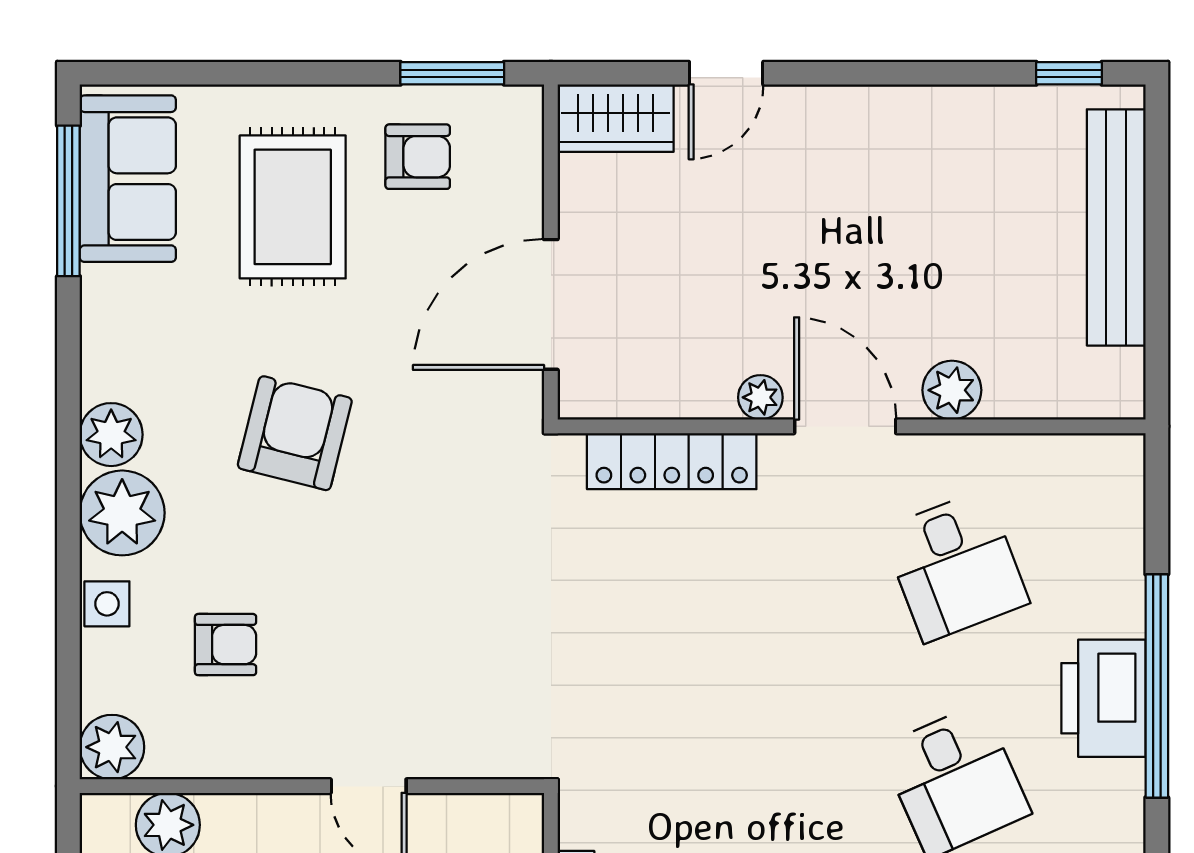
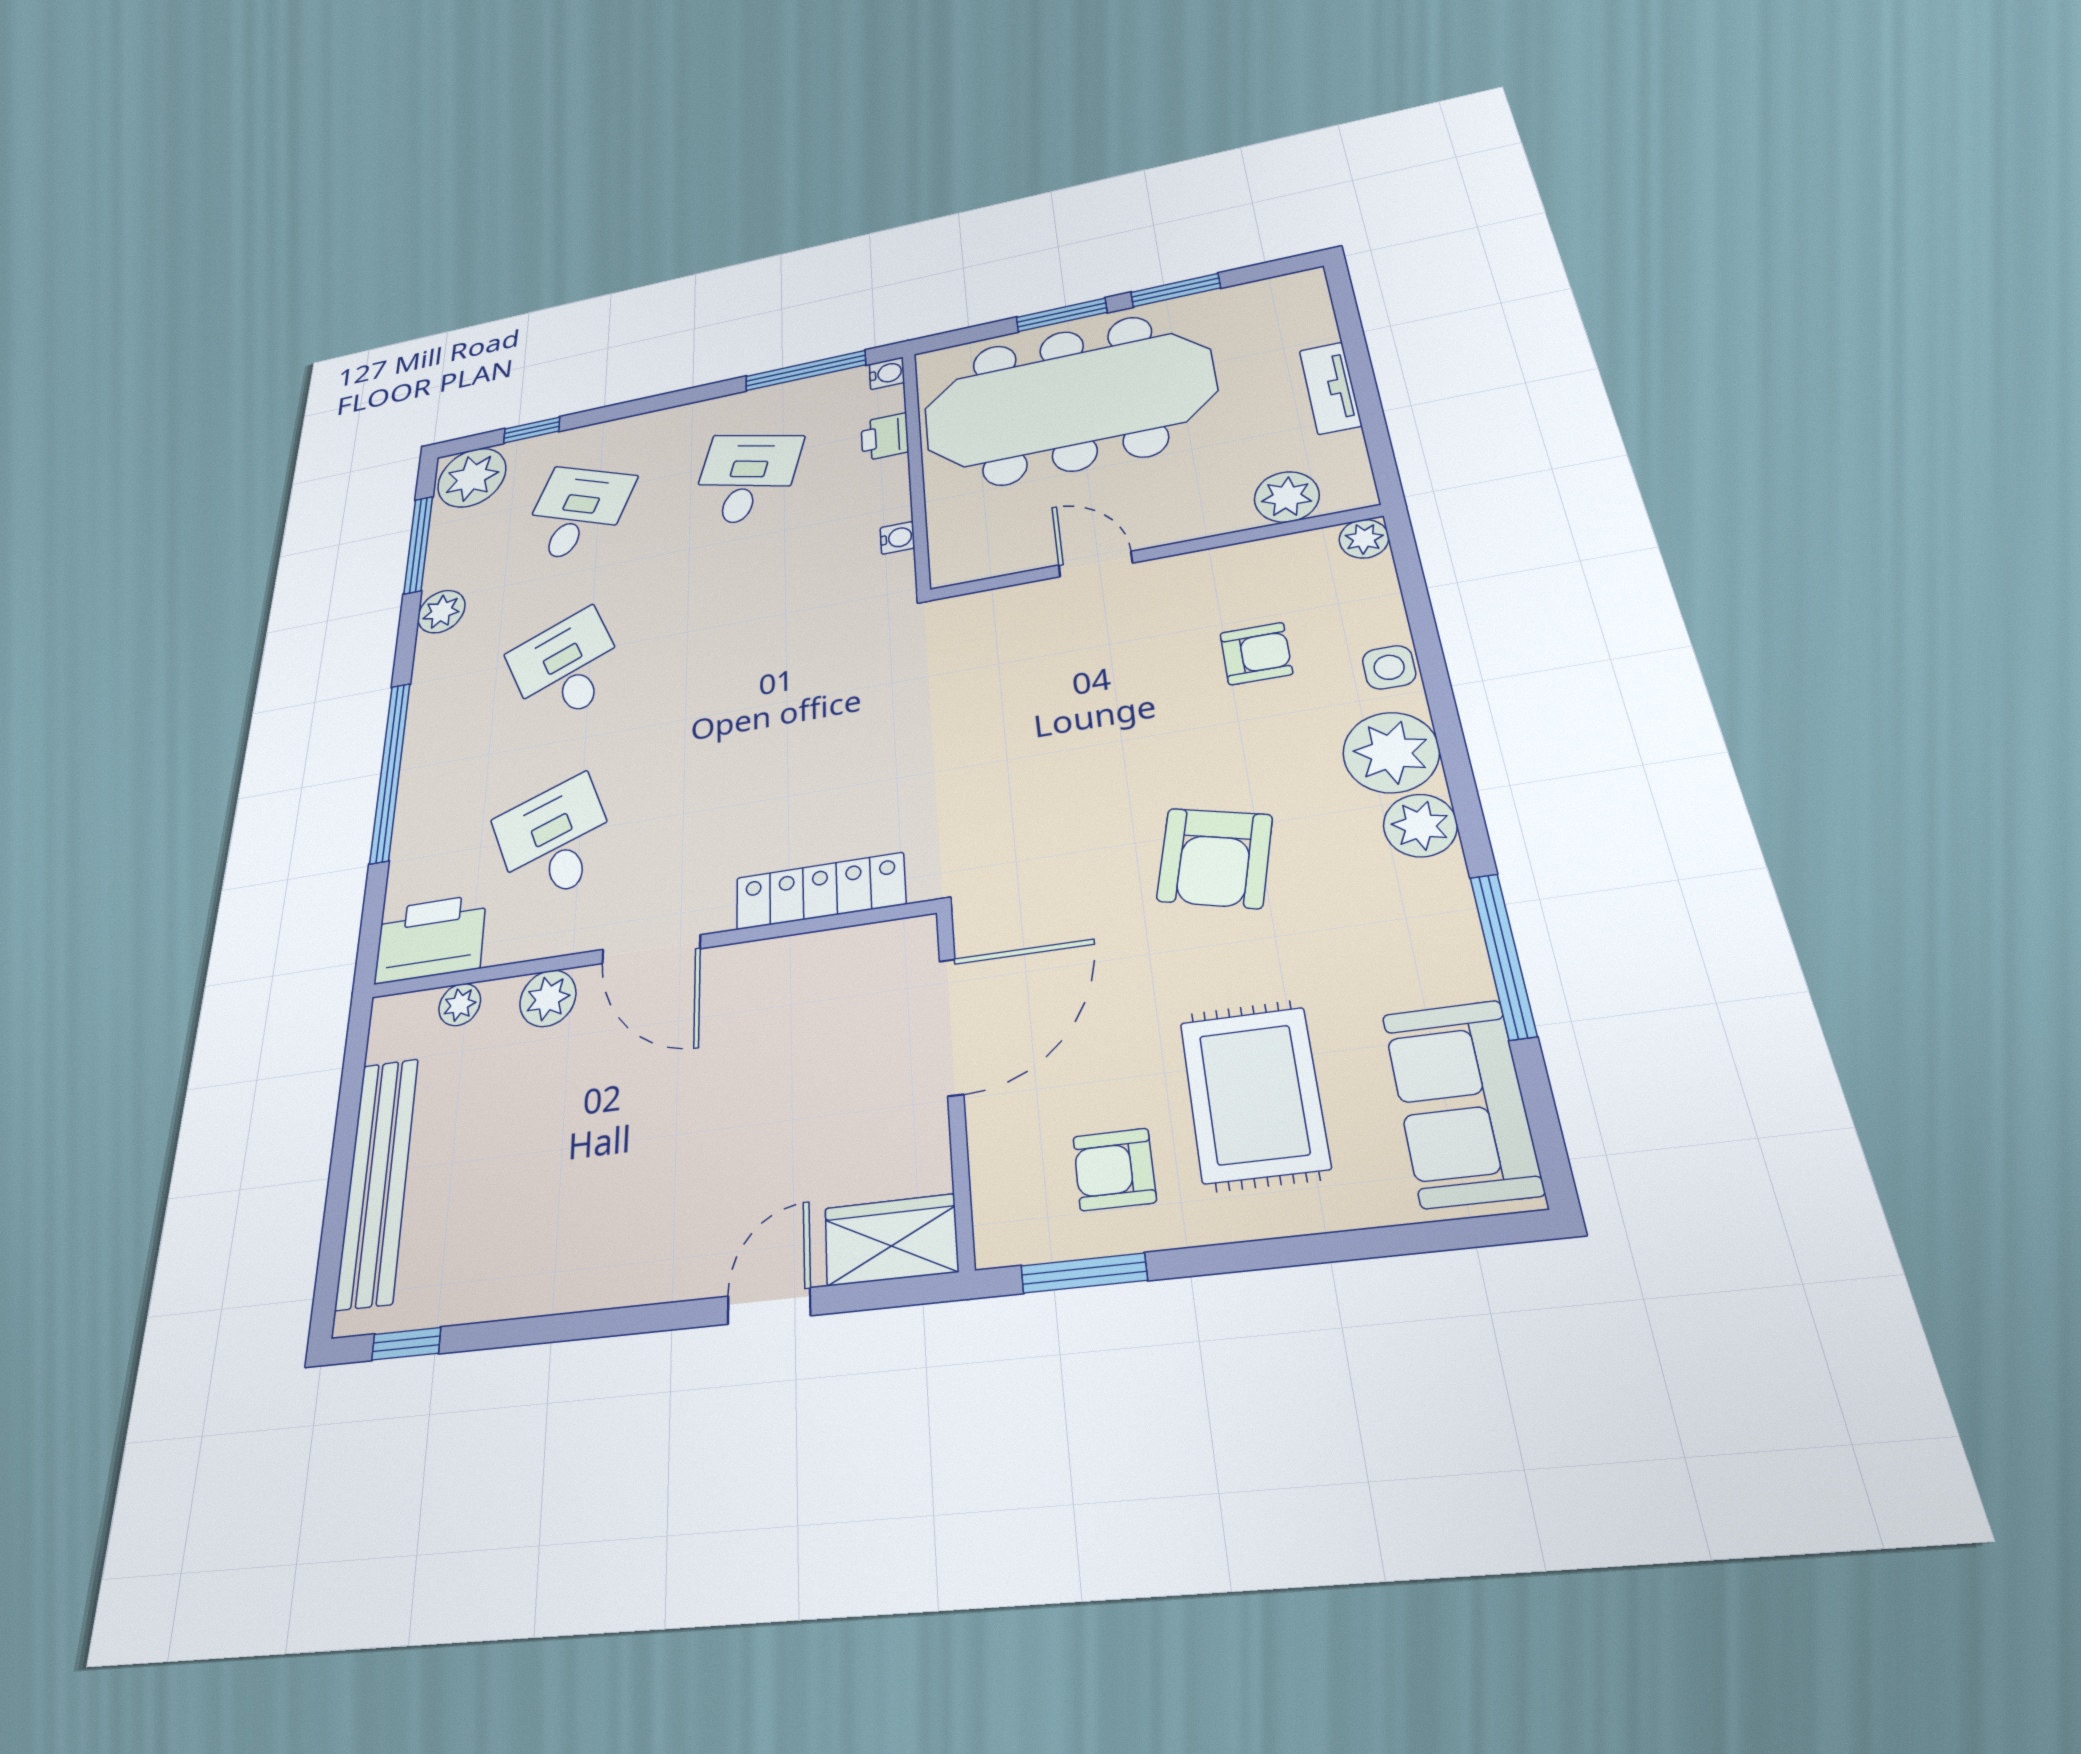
window: (68, 201) -> (1503, 955), moved
plant: (760, 397) -> (460, 1005), moved
armchair: (226, 645) -> (1256, 654), turned 180
printer: (1103, 698) -> (430, 939), moved, turned -90
plant: (112, 747) -> (1364, 539), width x0.73, depth x0.73

